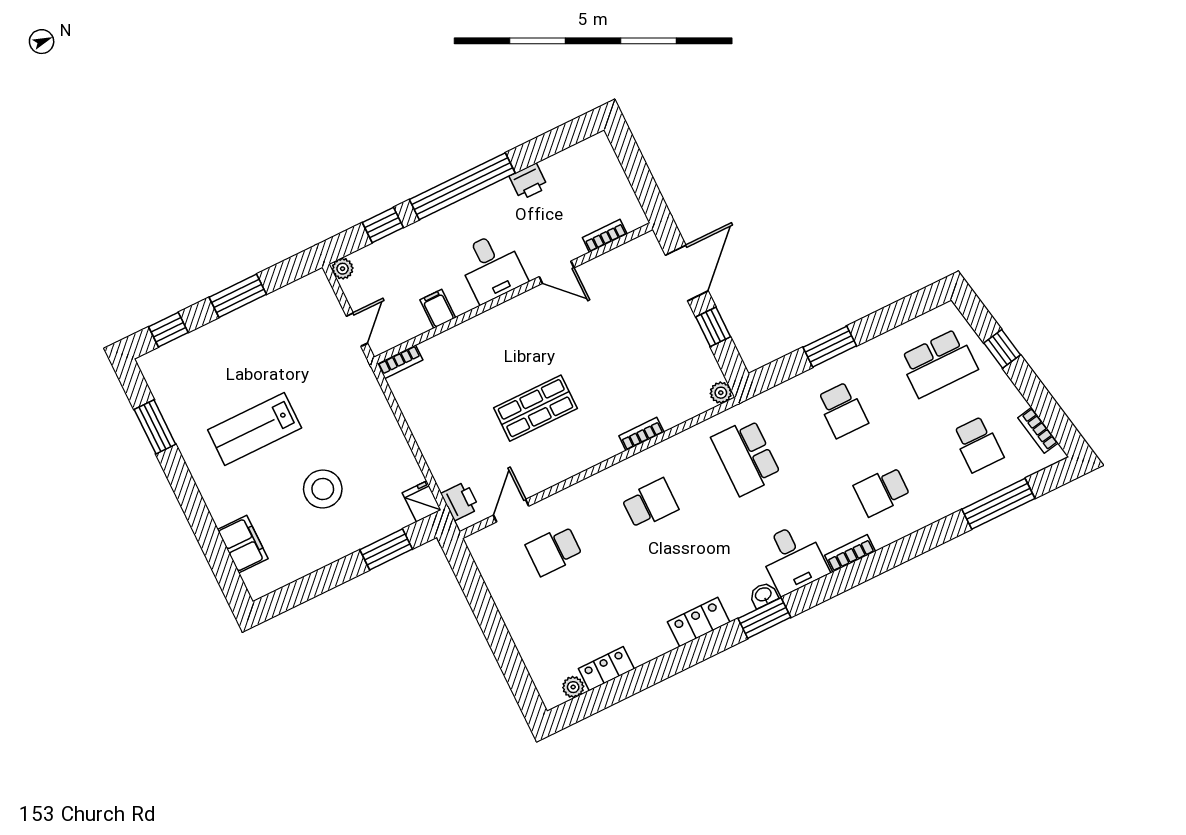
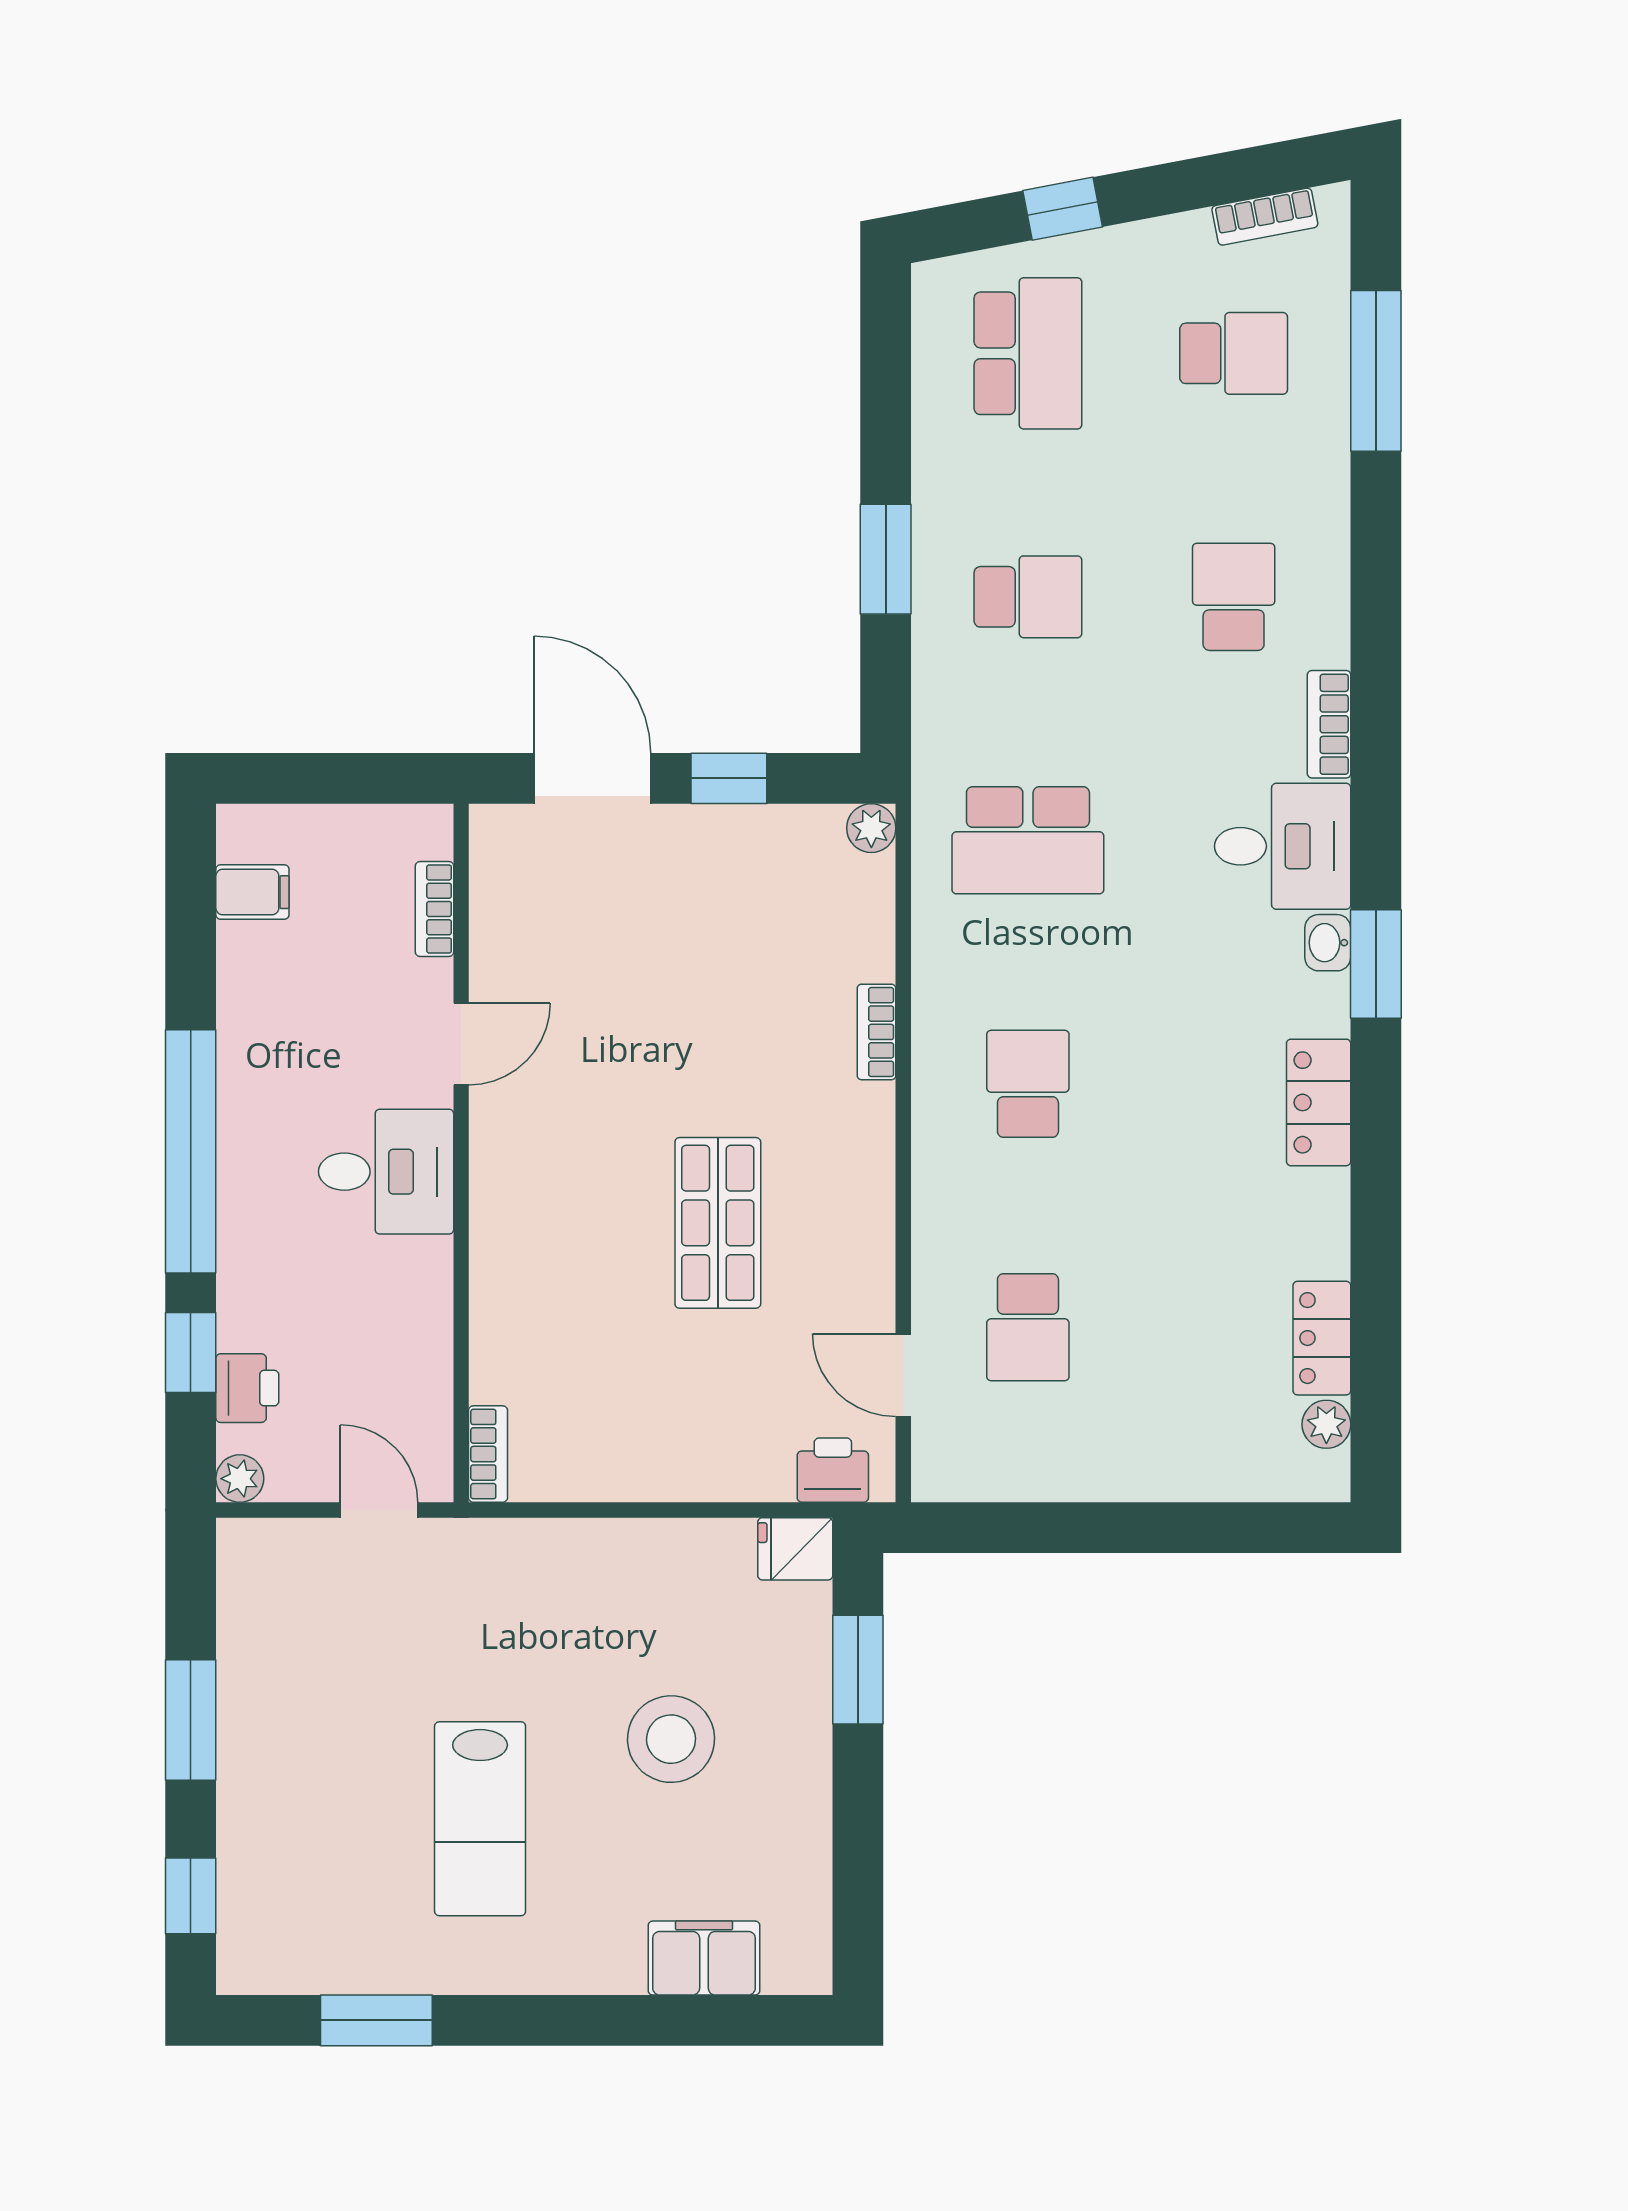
printer: (528, 182) -> (247, 1388), moved
filing cabinet: (438, 309) -> (252, 892), moved, turned 180
school desk: (882, 491) -> (1234, 597), turned 180

